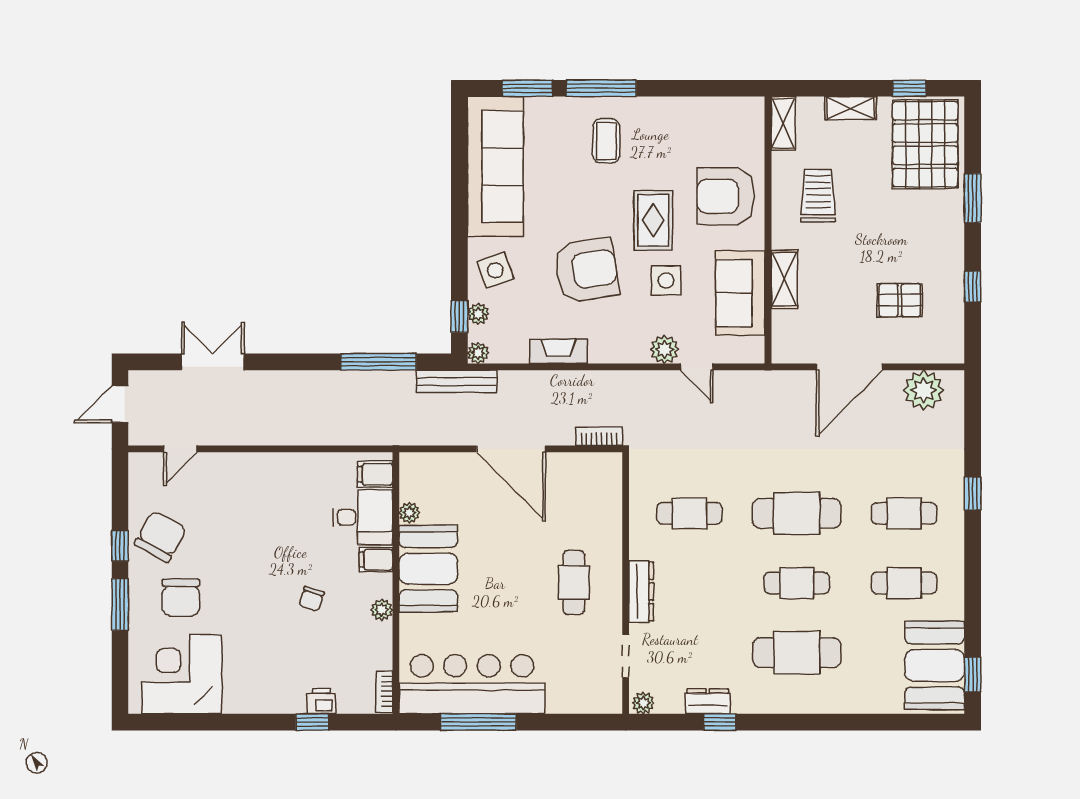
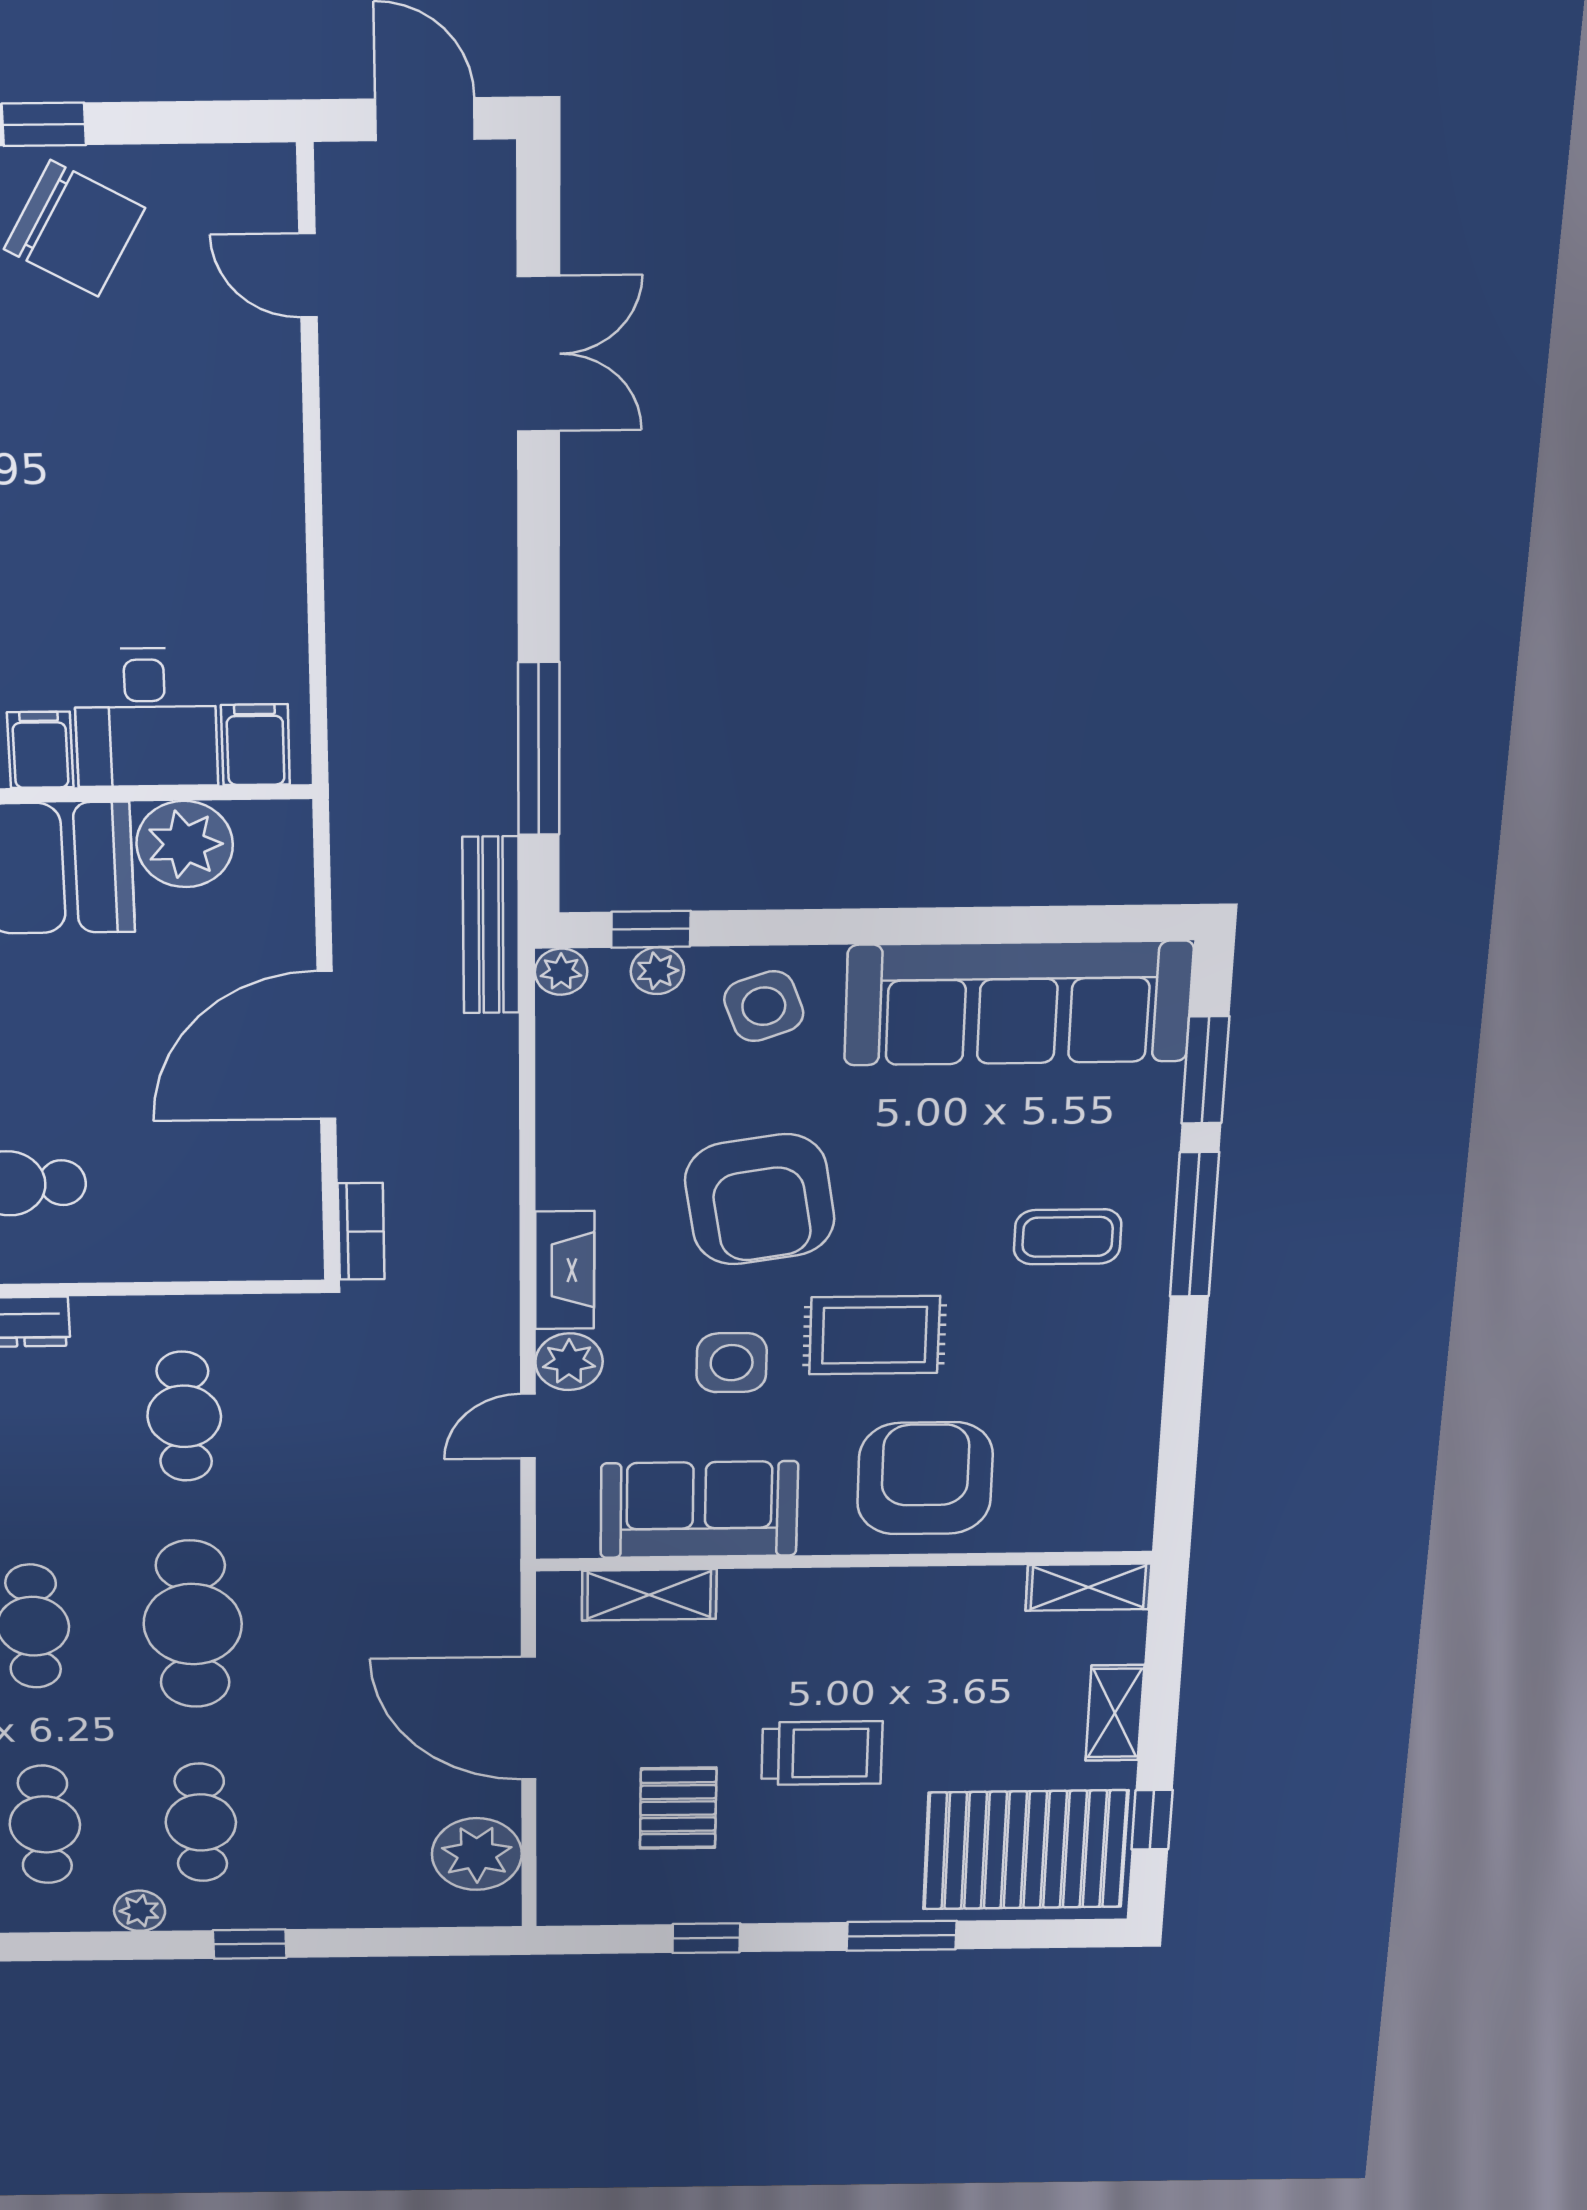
trolley: (818, 196) -> (822, 1753), moved
shelving: (784, 279) -> (649, 1595), moved
fireplace: (559, 351) -> (565, 1270), moved
plant: (409, 513) -> (185, 844), width x1.88, depth x1.88
plant: (953, 543) -> (140, 1911), added

